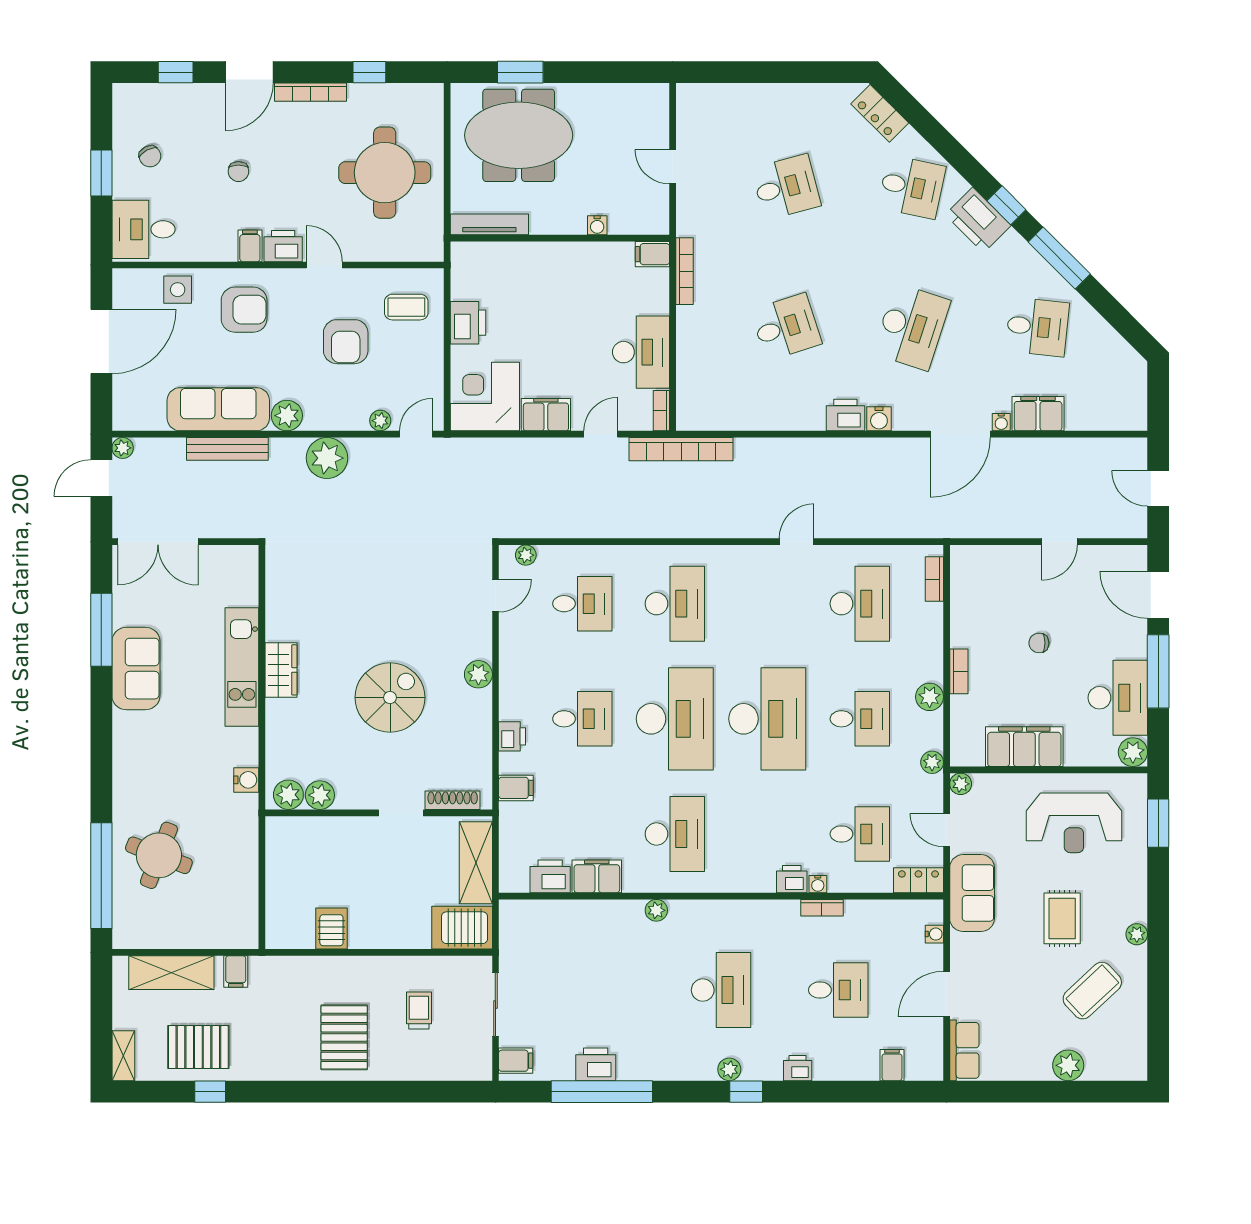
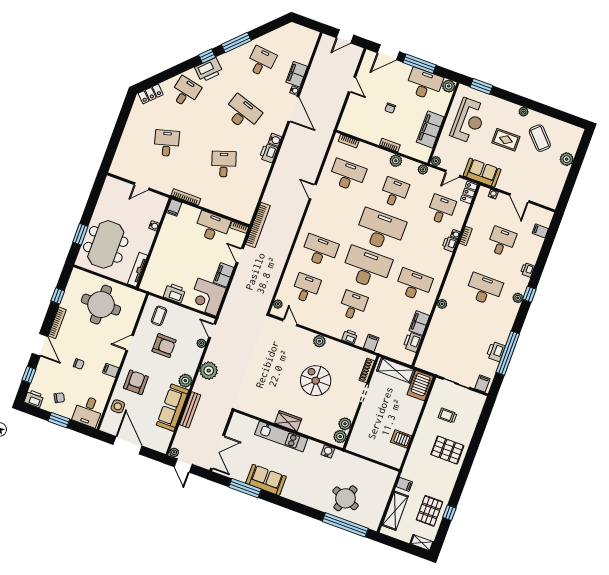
printer: (283, 246) -> (34, 399), moved, turned 90
row of seats: (964, 1050) -> (545, 199), removed

